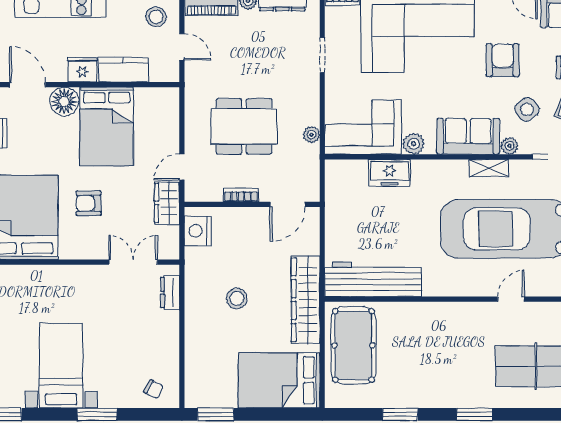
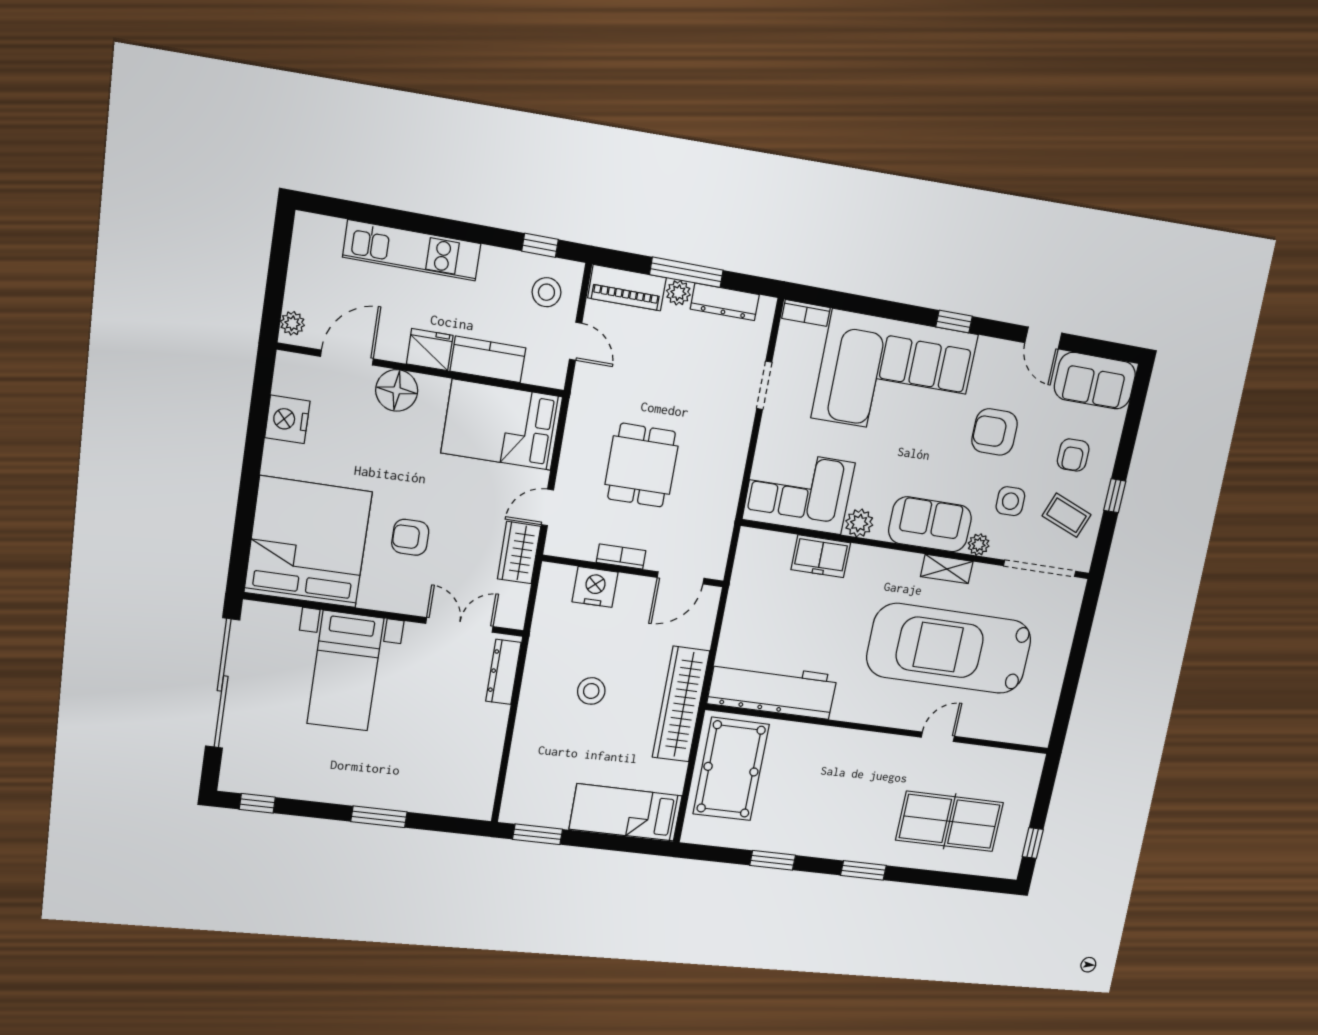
armchair: (503, 60) -> (995, 432), turned -90
door: (28, 85) -> (347, 358), hinge flipped
side table: (527, 109) -> (1010, 501), turned 37
bed: (107, 126) -> (502, 425), moved, turned 90
dining table: (244, 126) -> (642, 465), width x0.73
plant: (312, 135) -> (729, 491), removed
nightstand: (198, 231) -> (595, 587), moved, turned 90
dresser: (170, 293) -> (503, 672), width x1.44
bed with nightstands: (61, 366) -> (345, 671), moved, turned 180
bed: (279, 380) -> (626, 812), width x0.67
chair: (154, 389) -> (461, 793), removed

